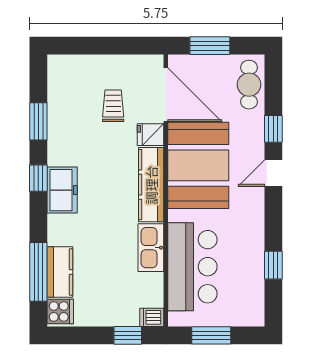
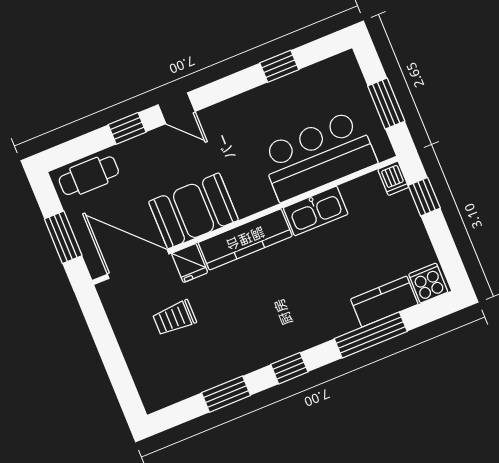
door: (166, 95) -> (138, 264), hinge flipped
booth: (198, 165) -> (194, 211), width x0.73, depth x0.70
freezer: (62, 190) -> (292, 336), removed
window: (38, 272) -> (371, 335), moved

